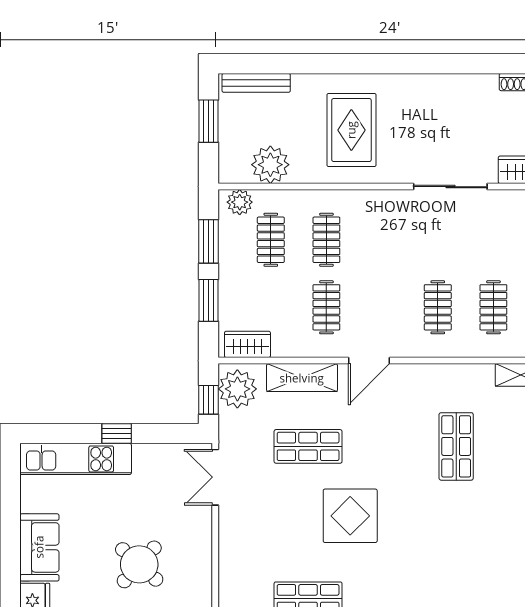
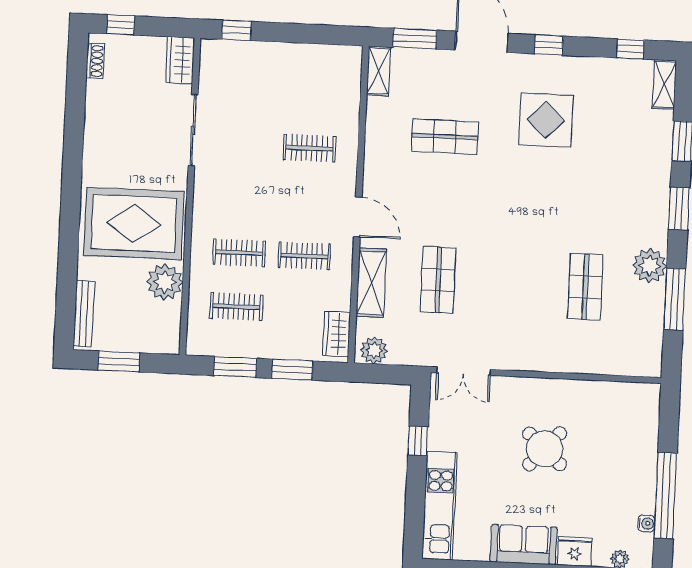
rug: (351, 130) -> (134, 223), width x1.37, depth x1.44
plant: (270, 165) -> (165, 282), moved
plant: (240, 202) -> (199, 335), removed
clothes rail: (493, 307) -> (312, 94), removed
plant: (237, 389) -> (374, 350), width x0.73, depth x0.73
window: (209, 400) -> (388, 374), removed
window: (117, 434) -> (418, 441), moved
display table: (350, 516) -> (546, 120), moved

